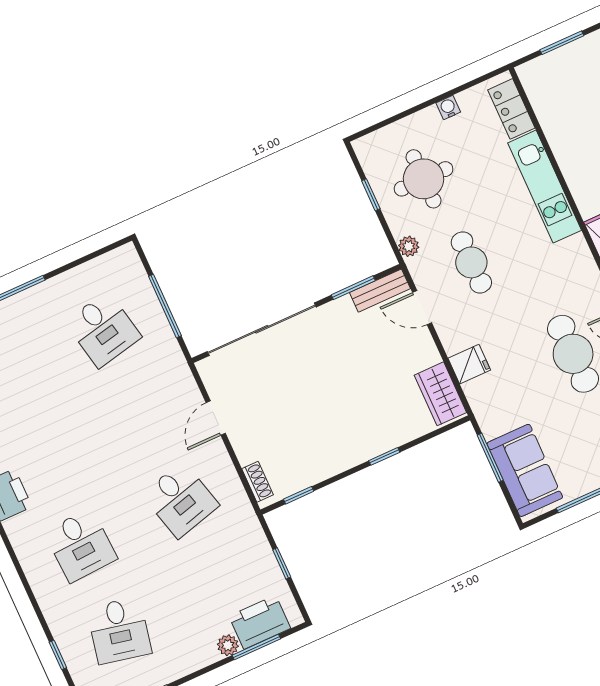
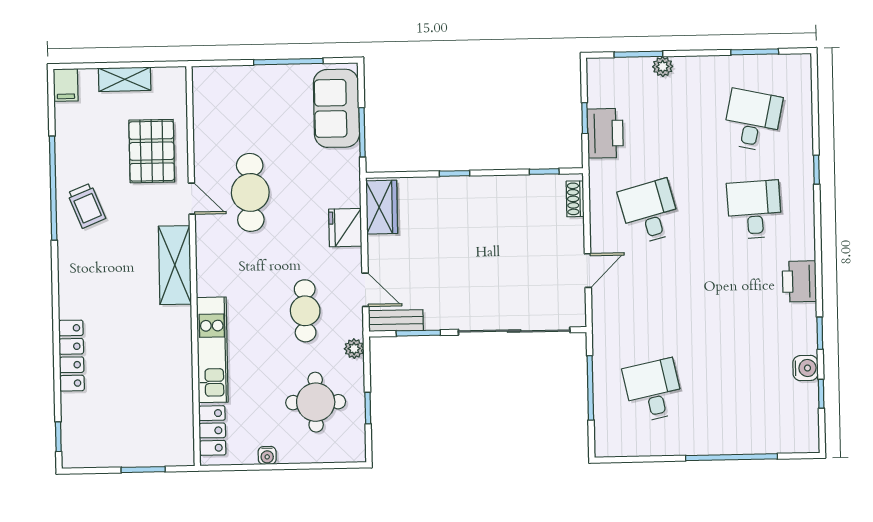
fridge: (469, 364) -> (345, 228), width x1.38
printer: (260, 622) -> (605, 133), moved, turned -90
window: (58, 655) -> (816, 170), moved

